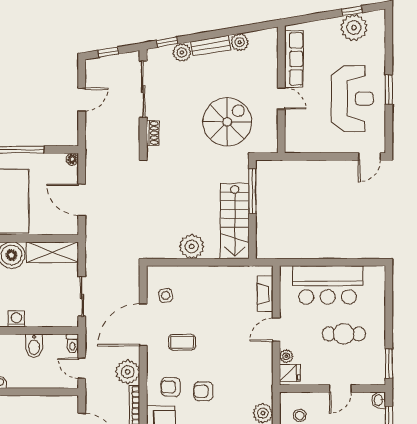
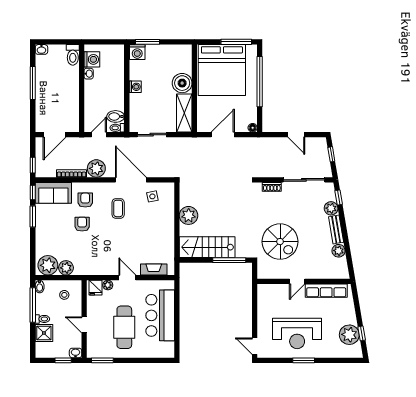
cafe table: (344, 334) -> (124, 327), width x1.37, depth x1.35
bidet: (34, 346) -> (116, 116), moved

